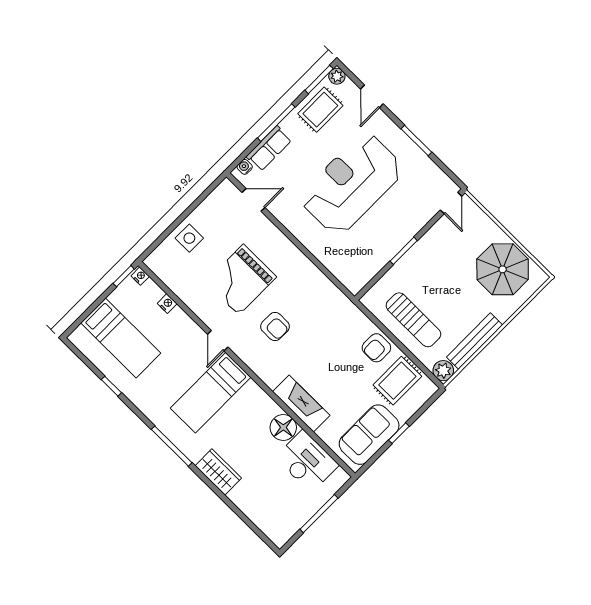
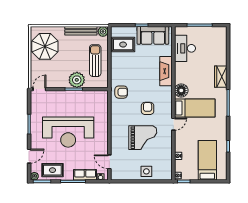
plant: (412, 268) -> (77, 80), added
armchair: (376, 348) -> (121, 92), moved
floor lamp: (283, 427) -> (181, 90), moved

